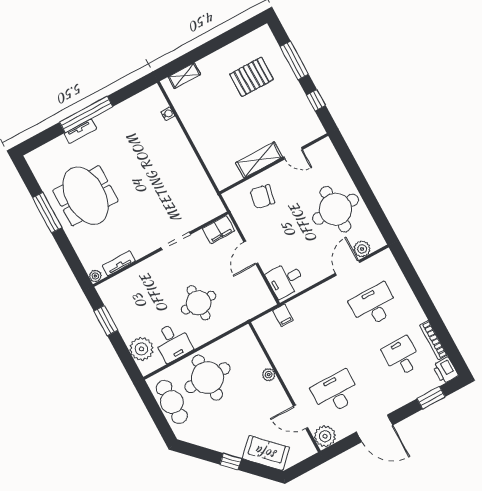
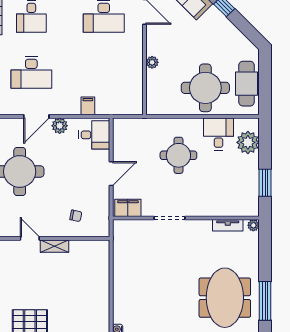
shelving: (259, 160) -> (55, 246), width x0.67, depth x0.75
chair: (262, 197) -> (76, 216), width x0.54, depth x0.54
plant: (362, 249) -> (60, 126), moved
filing cabinet: (283, 315) -> (88, 106), moved

